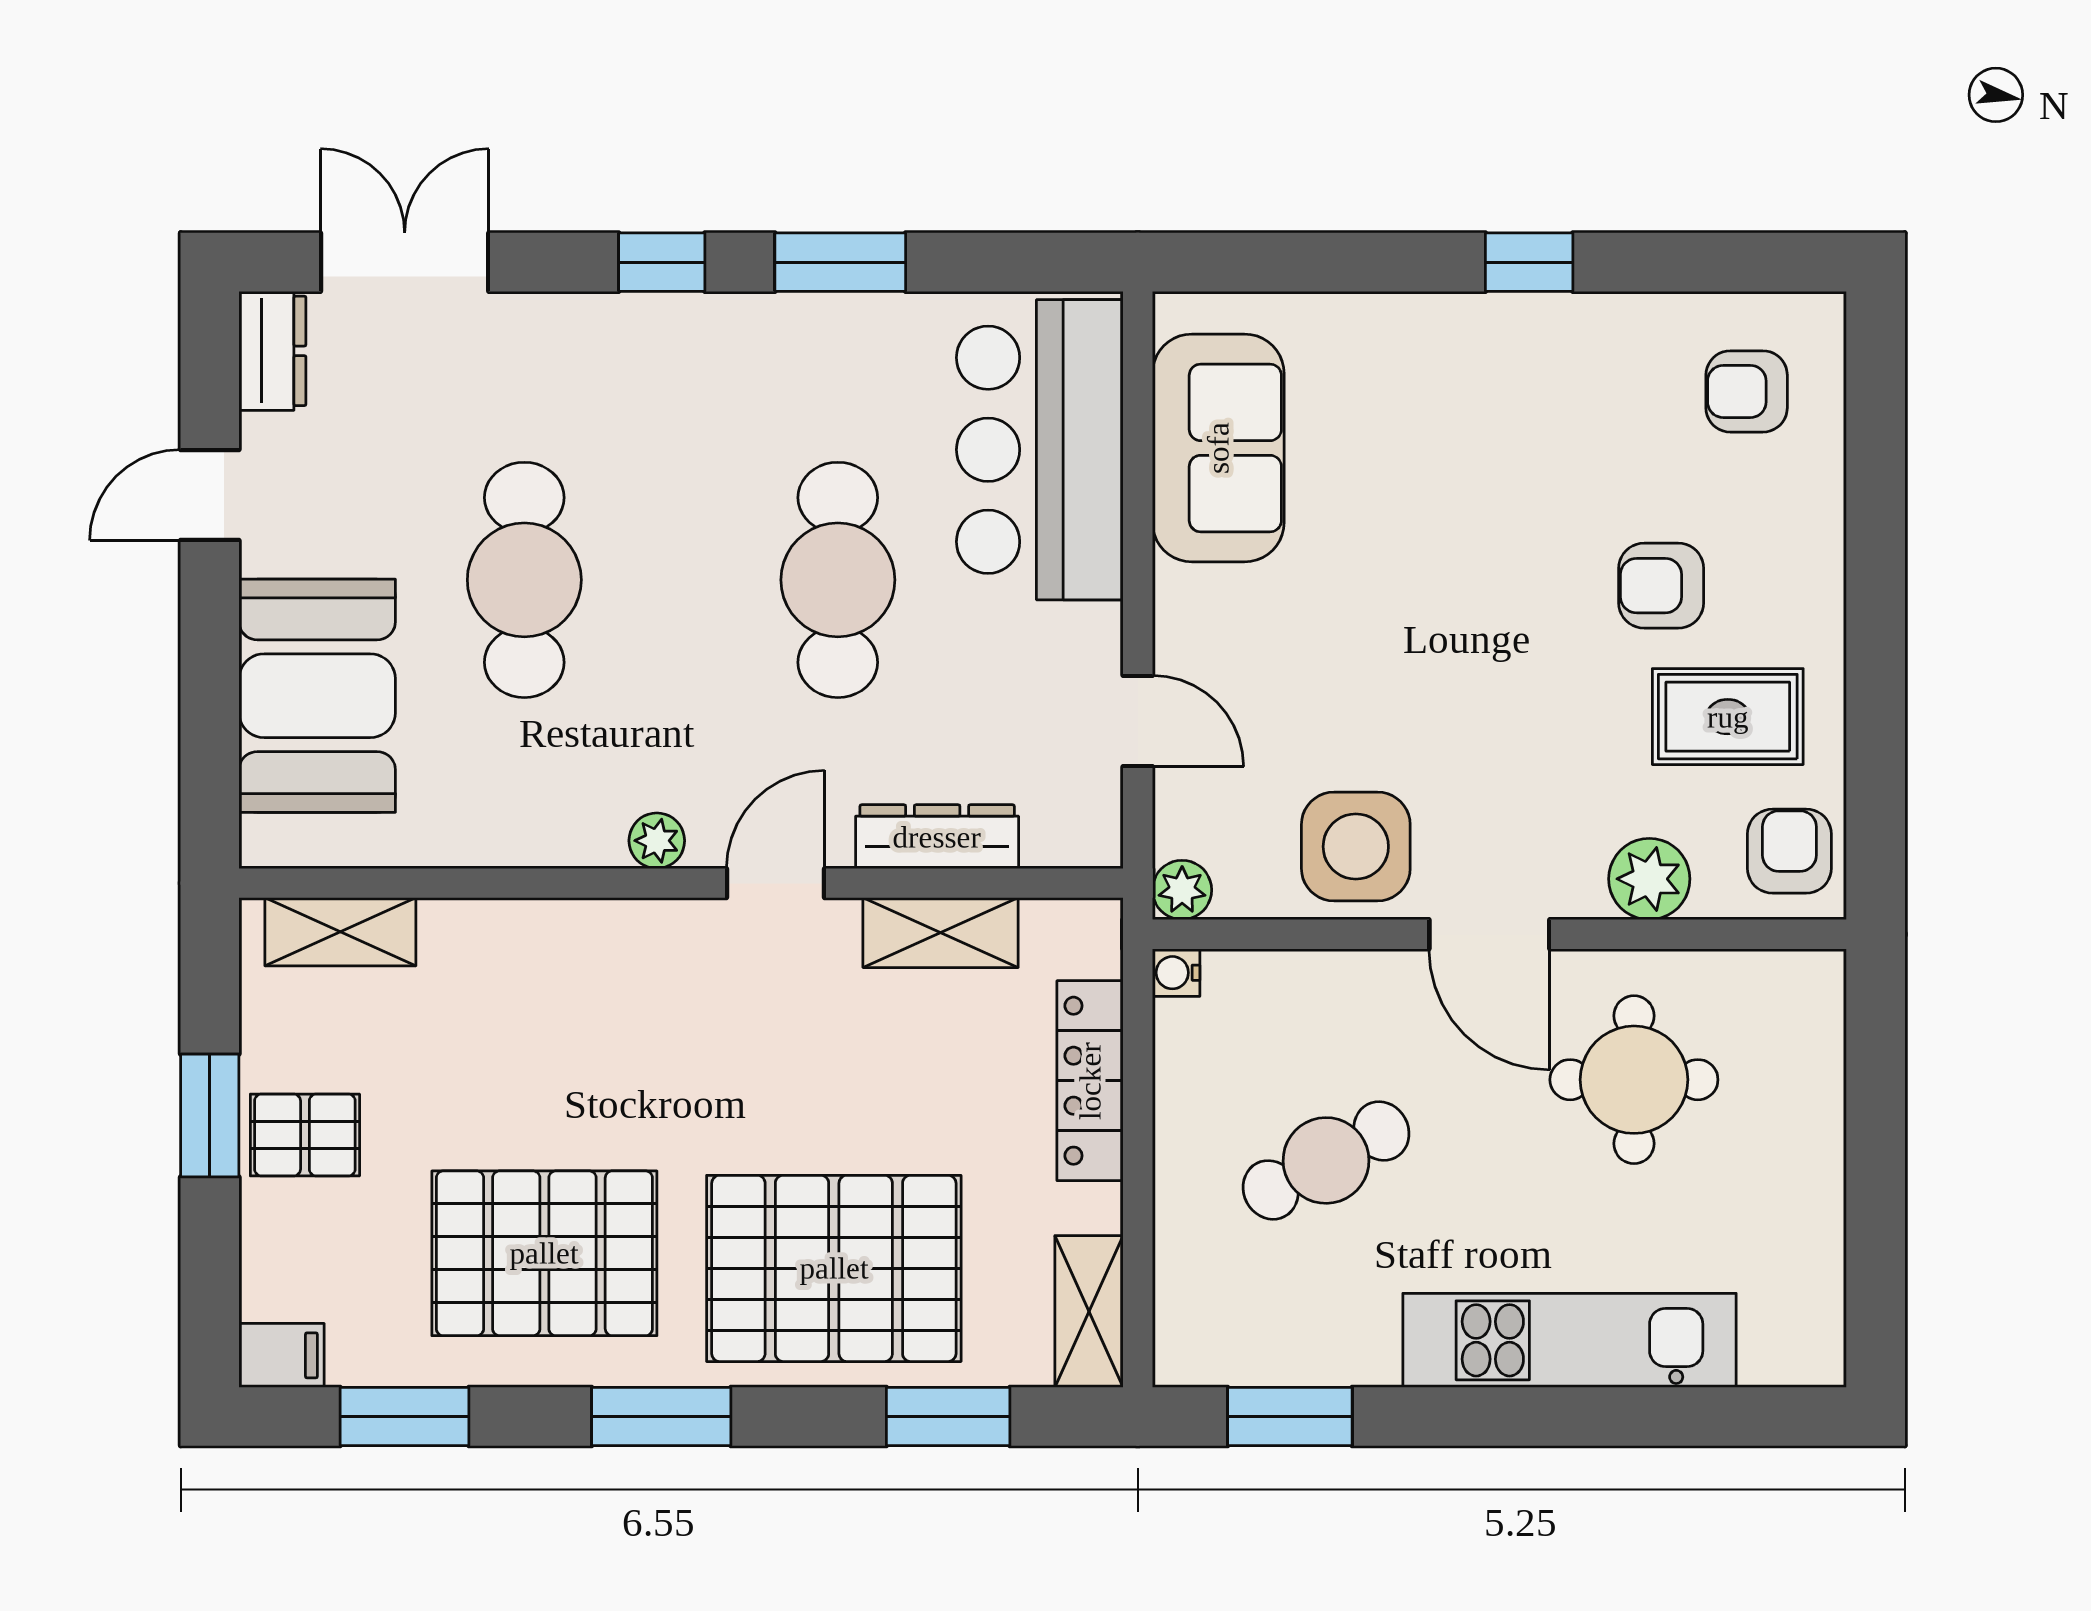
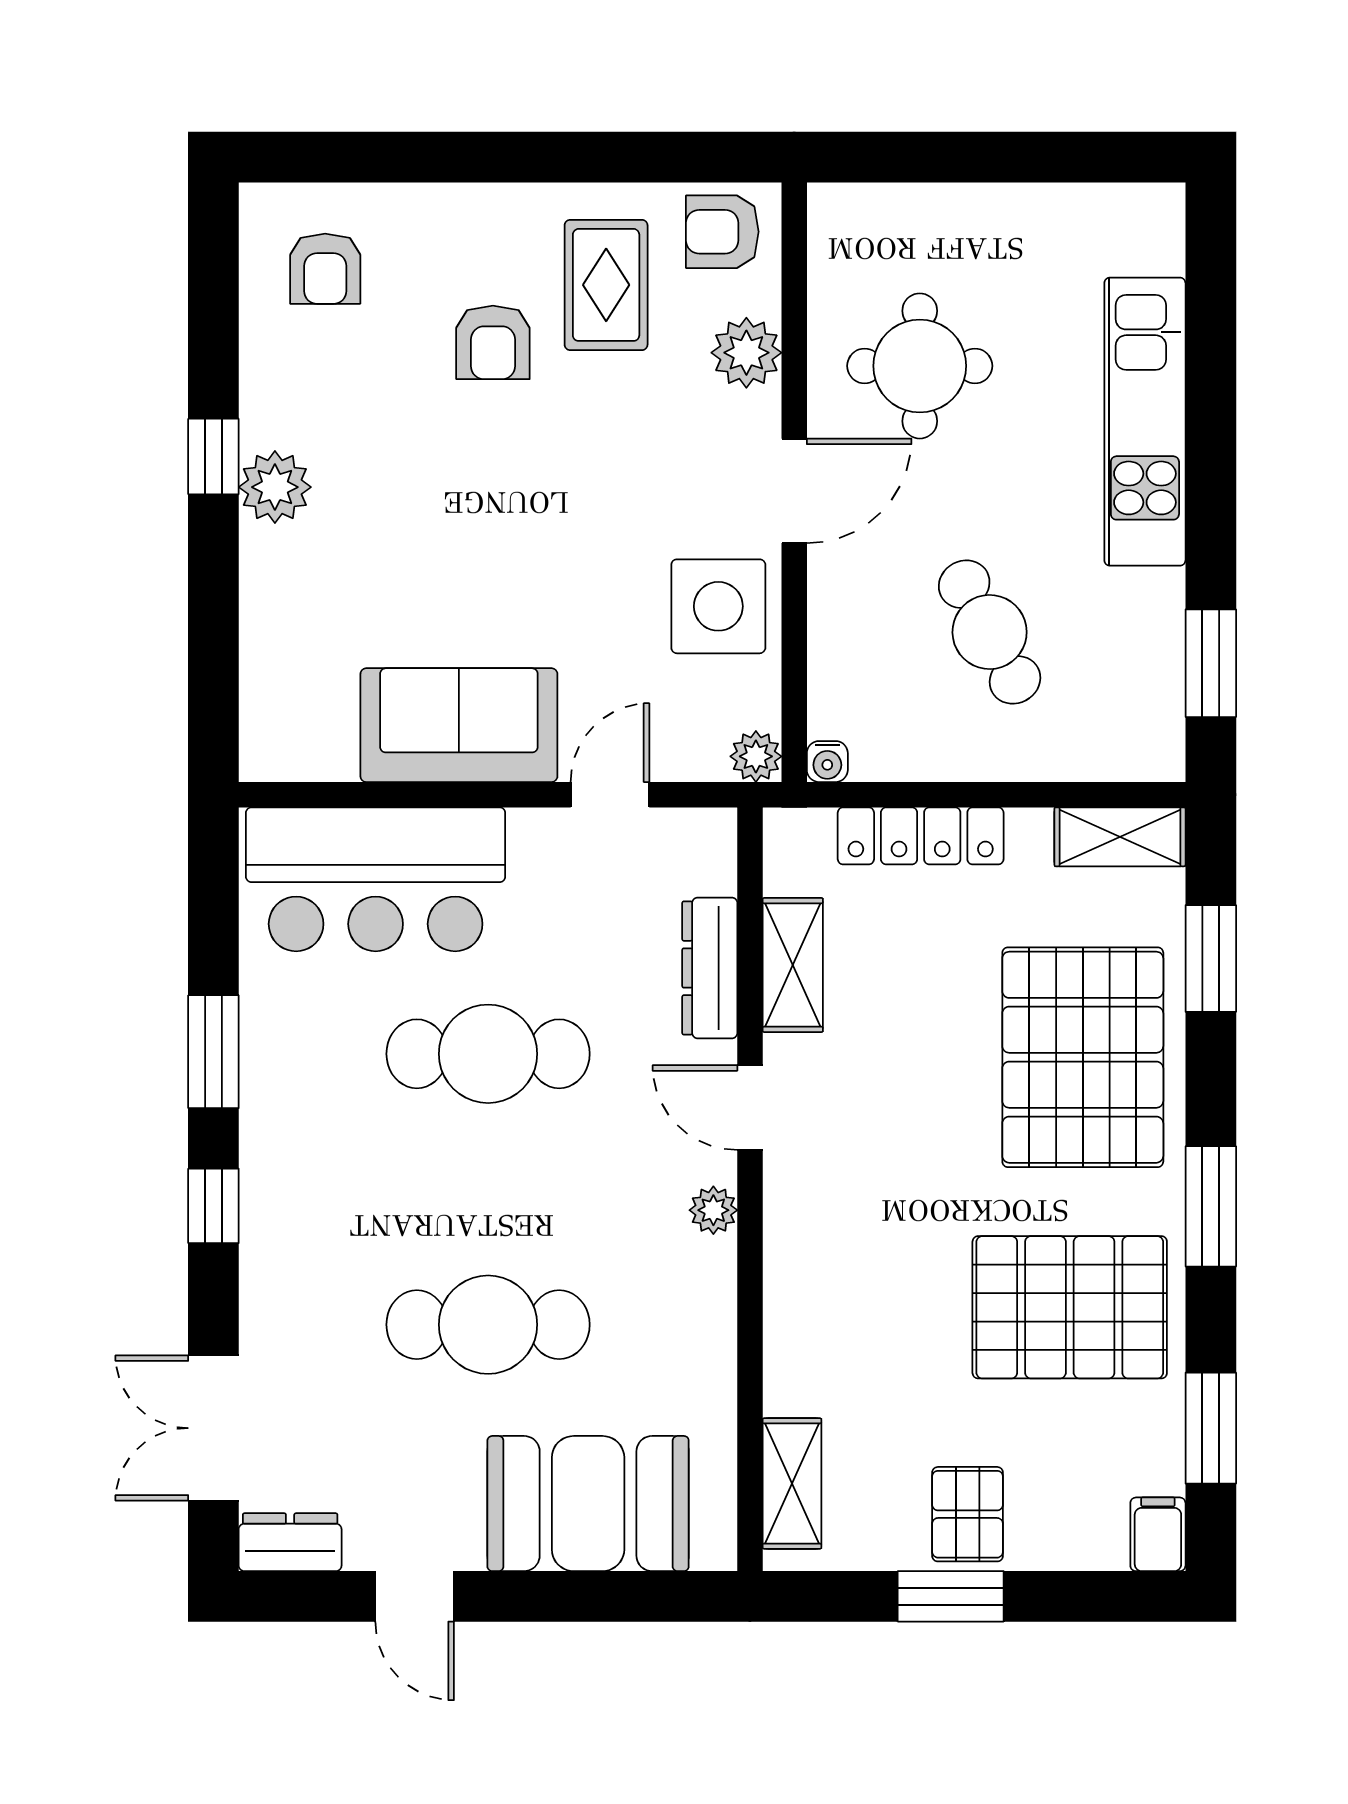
plant: (1494, 333) -> (275, 487), added
sofa: (1218, 448) -> (459, 725), moved
pallet: (544, 1253) -> (1070, 1307), turned 90

